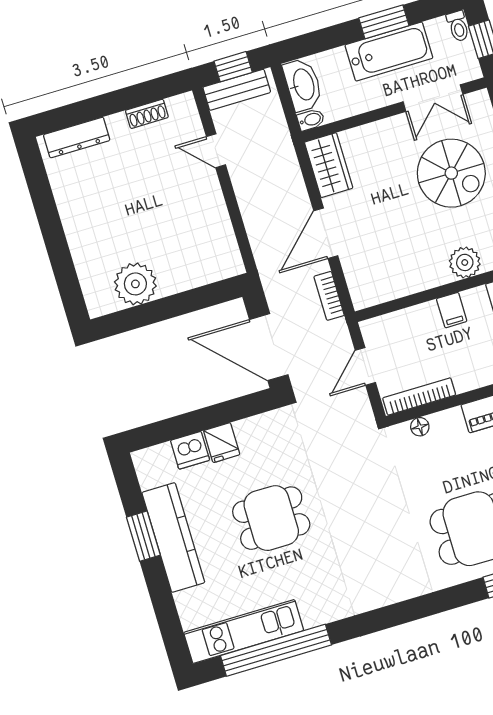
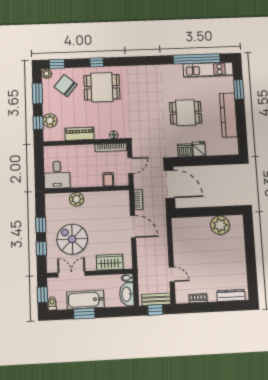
wardrobe: (329, 165) -> (110, 262), moved, turned 90
door: (326, 233) -> (133, 227), hinge flipped
filing cabinet: (452, 310) -> (108, 179), moved
dishwasher: (190, 450) -> (185, 150), moved
window: (143, 536) -> (239, 89), moved

